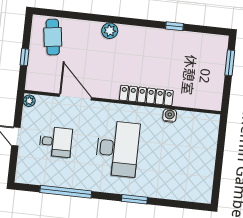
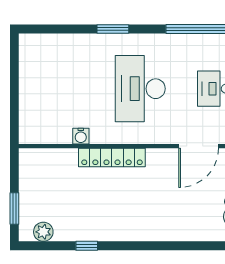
plant: (110, 31) -> (43, 232), moved
door: (75, 97) -> (199, 146), hinge flipped

